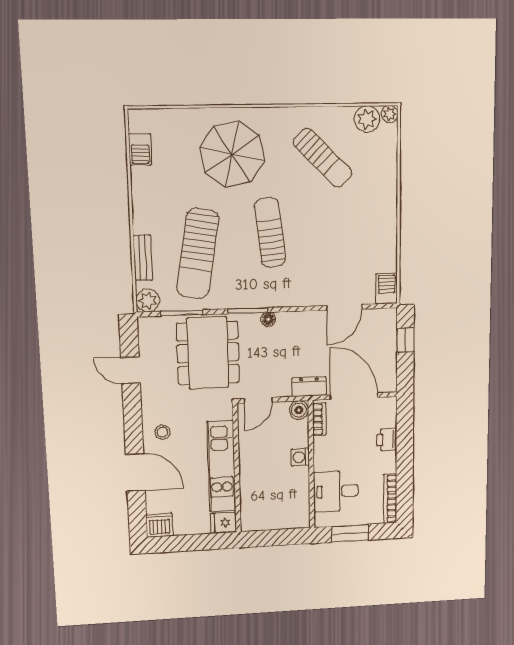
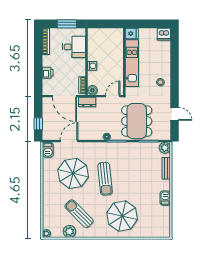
plant: (367, 119) -> (69, 231), moved
barbecue: (140, 149) -> (165, 198), moved
parasol: (336, 242) -> (73, 173), added
sun lounger: (198, 253) -> (140, 170), removed
door: (135, 472) -> (174, 62), removed

